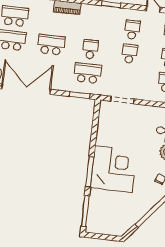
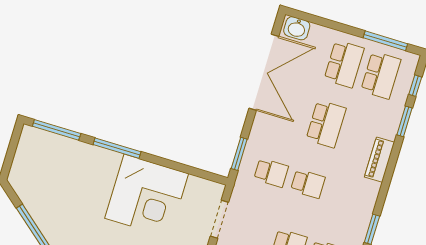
school desk: (88, 73) -> (271, 173), width x0.54
corner desk: (114, 169) -> (147, 196), moved

